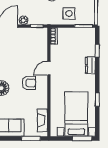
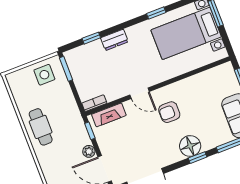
side table: (69, 13) -> (44, 75), moved
armchair: (29, 83) -> (169, 112), turned -90
fireplace: (42, 120) -> (109, 115), moved

